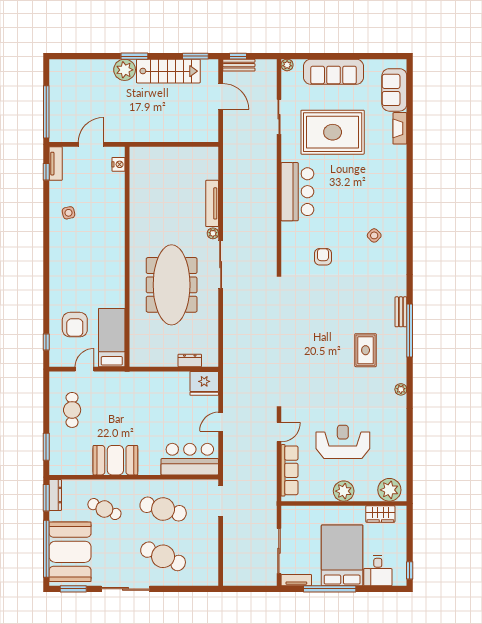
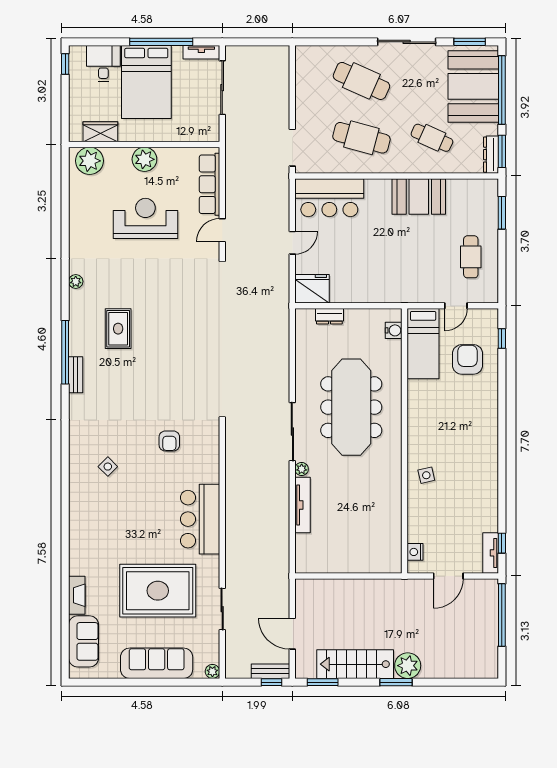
side table: (69, 213) -> (426, 475), moved
water cooler: (136, 349) -> (394, 330), added
reception desk: (343, 442) -> (145, 218), turned 180

